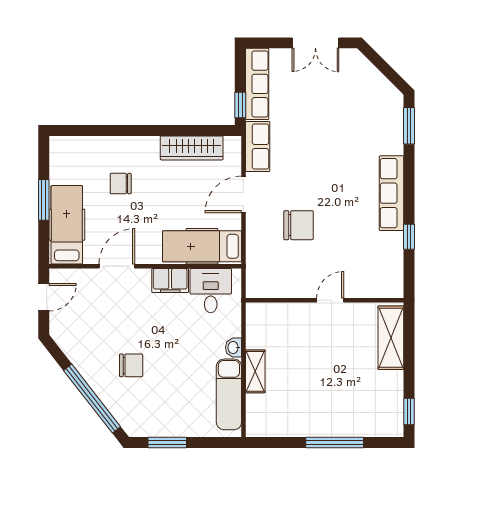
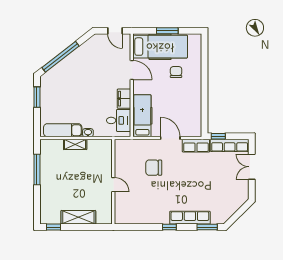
double door: (315, 43) -> (252, 167), moved
wardrobe: (192, 148) -> (195, 110), removed
row of seats: (392, 193) -> (190, 218), moved
hospital bed: (67, 225) -> (160, 47), width x1.37, depth x1.29
chair: (299, 225) -> (154, 168), turned 90
window: (409, 237) -> (169, 227), moved
shelving: (391, 338) -> (78, 217), moved
chair: (131, 365) -> (78, 78), removed
window: (335, 442) -> (37, 170), moved

